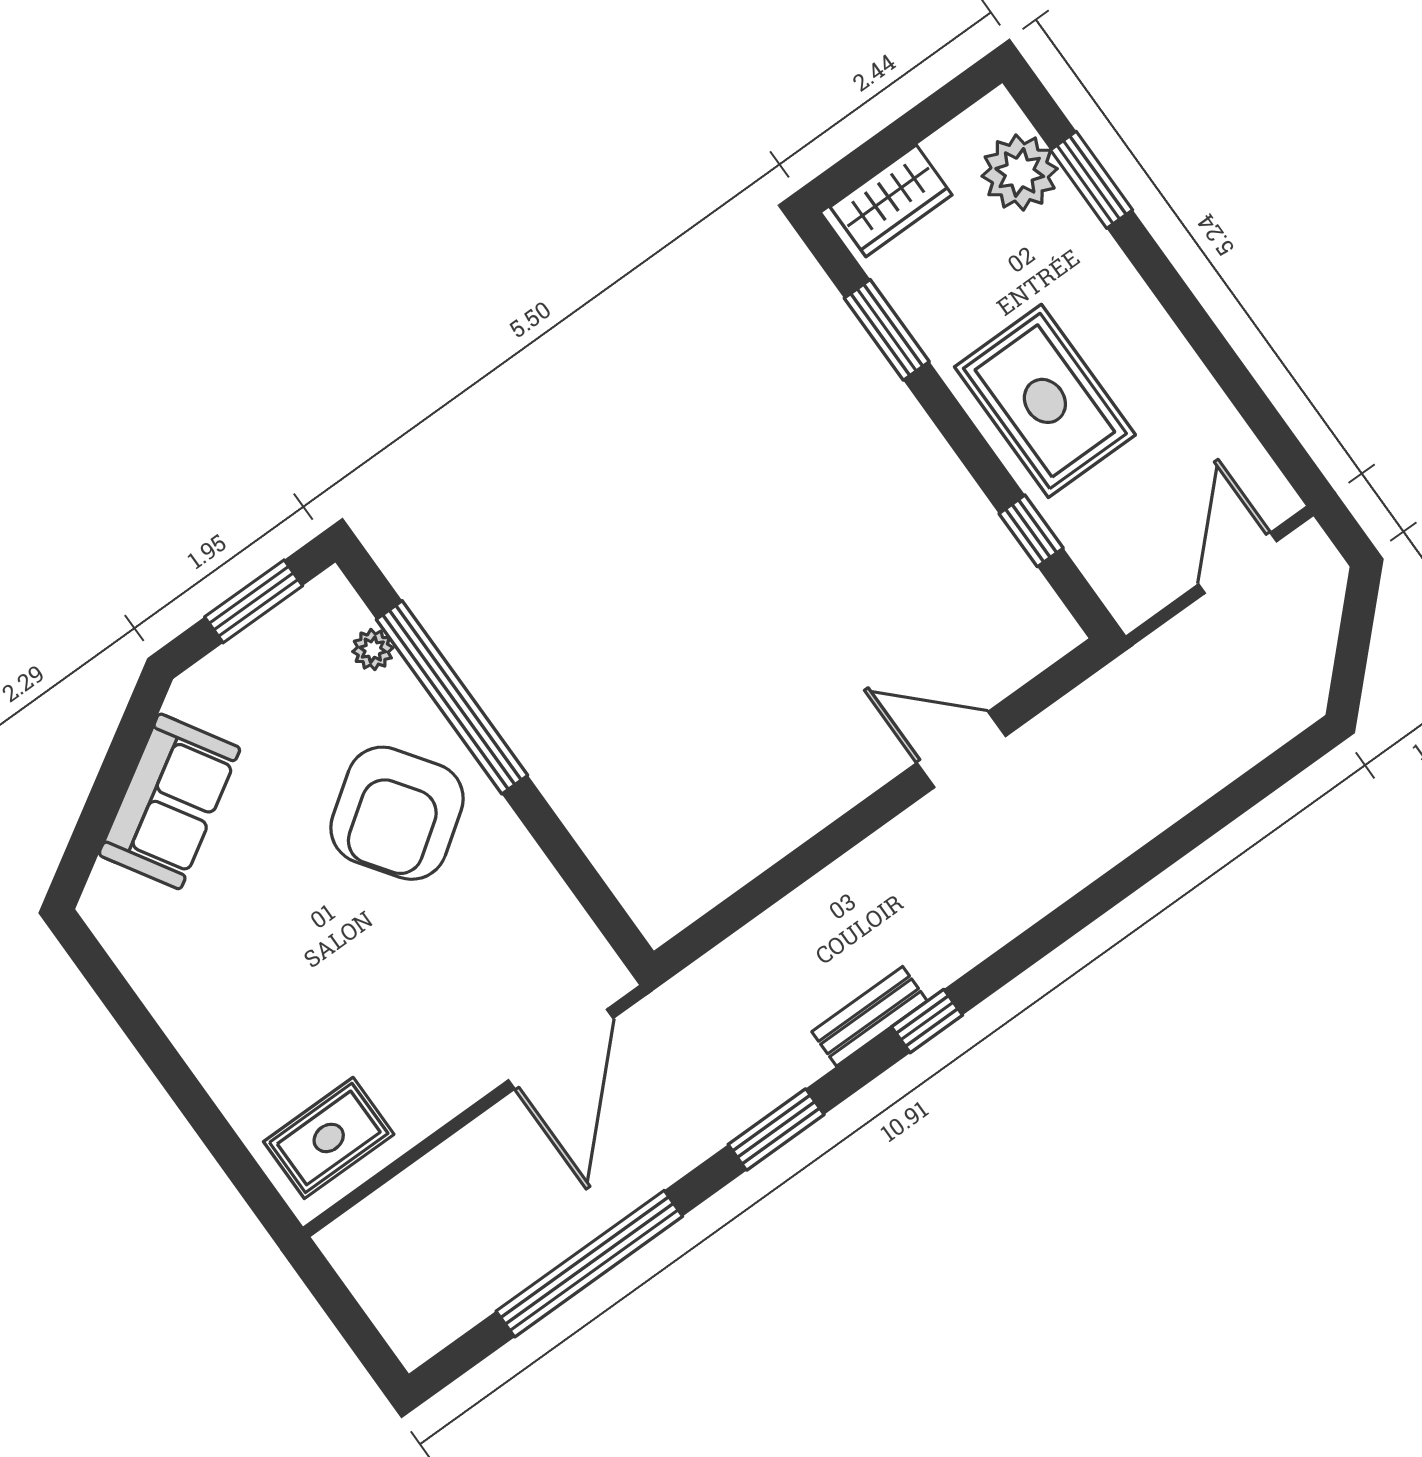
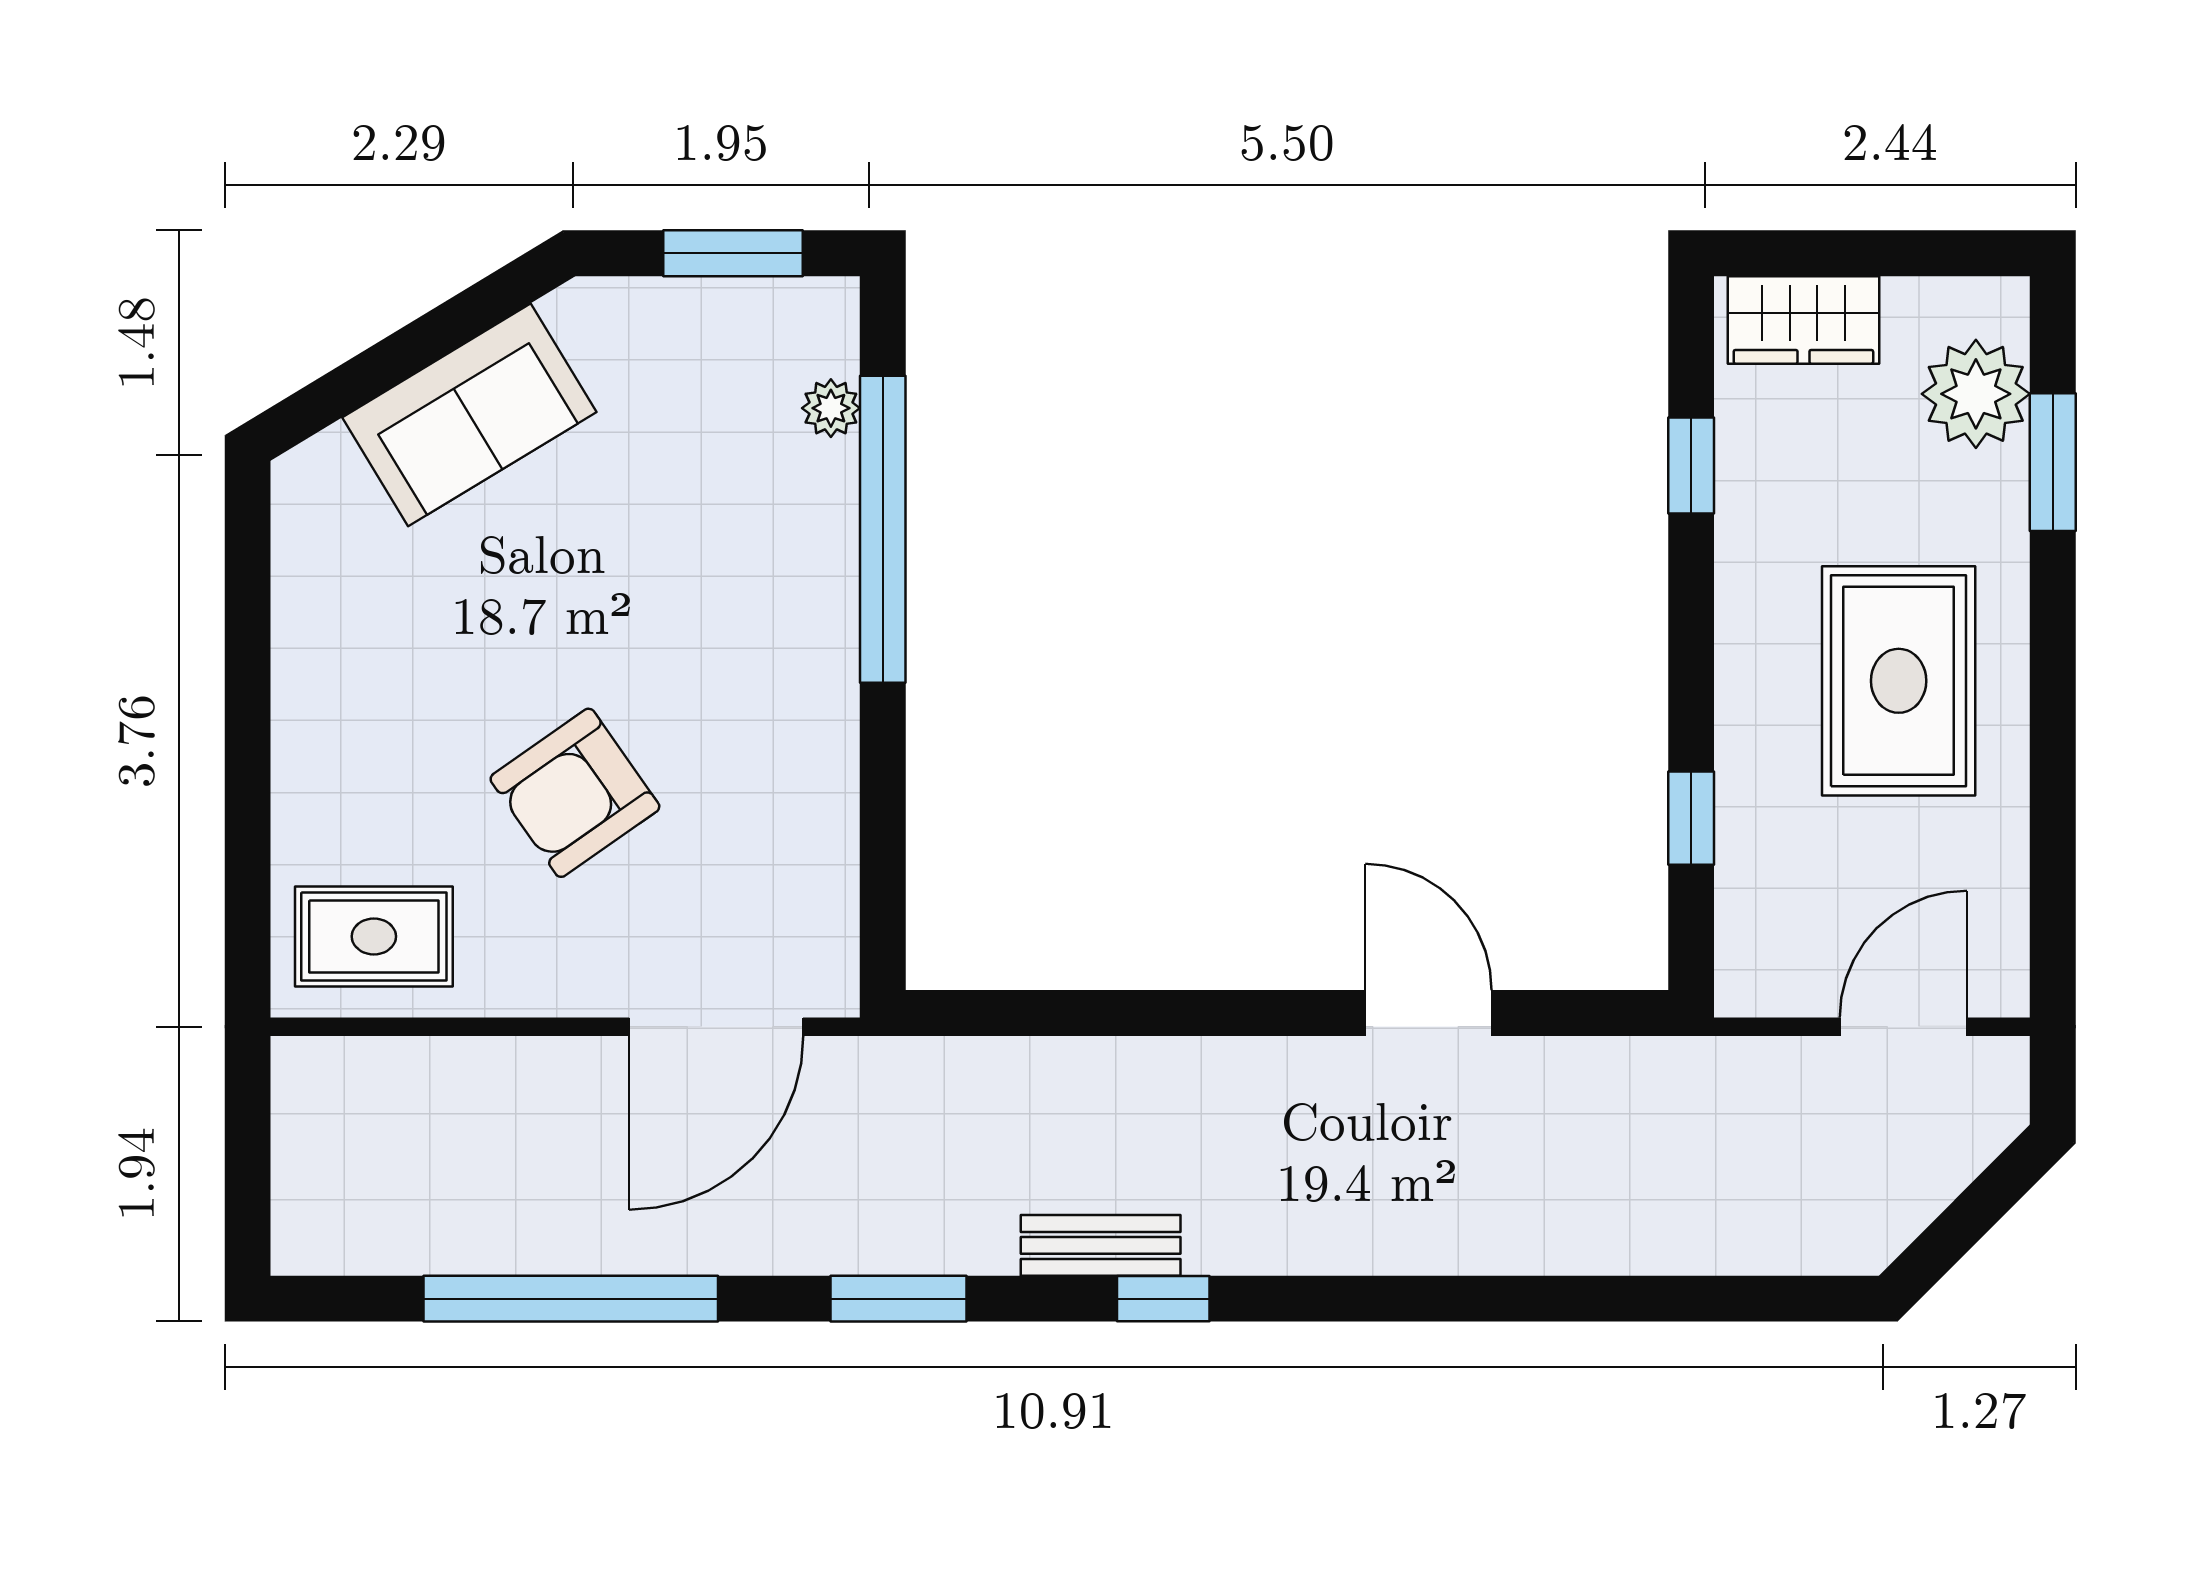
window: (887, 330) -> (1691, 465), width x0.67
rug: (1045, 401) -> (1899, 681), moved
armchair: (397, 813) -> (575, 793), moved, width x0.73, depth x0.73

